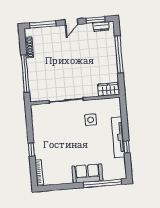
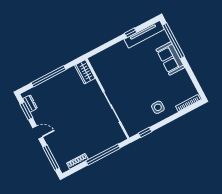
side table: (91, 120) -> (158, 107), moved
tv unit: (118, 137) -> (144, 34), moved
window: (32, 150) -> (145, 132), moved

